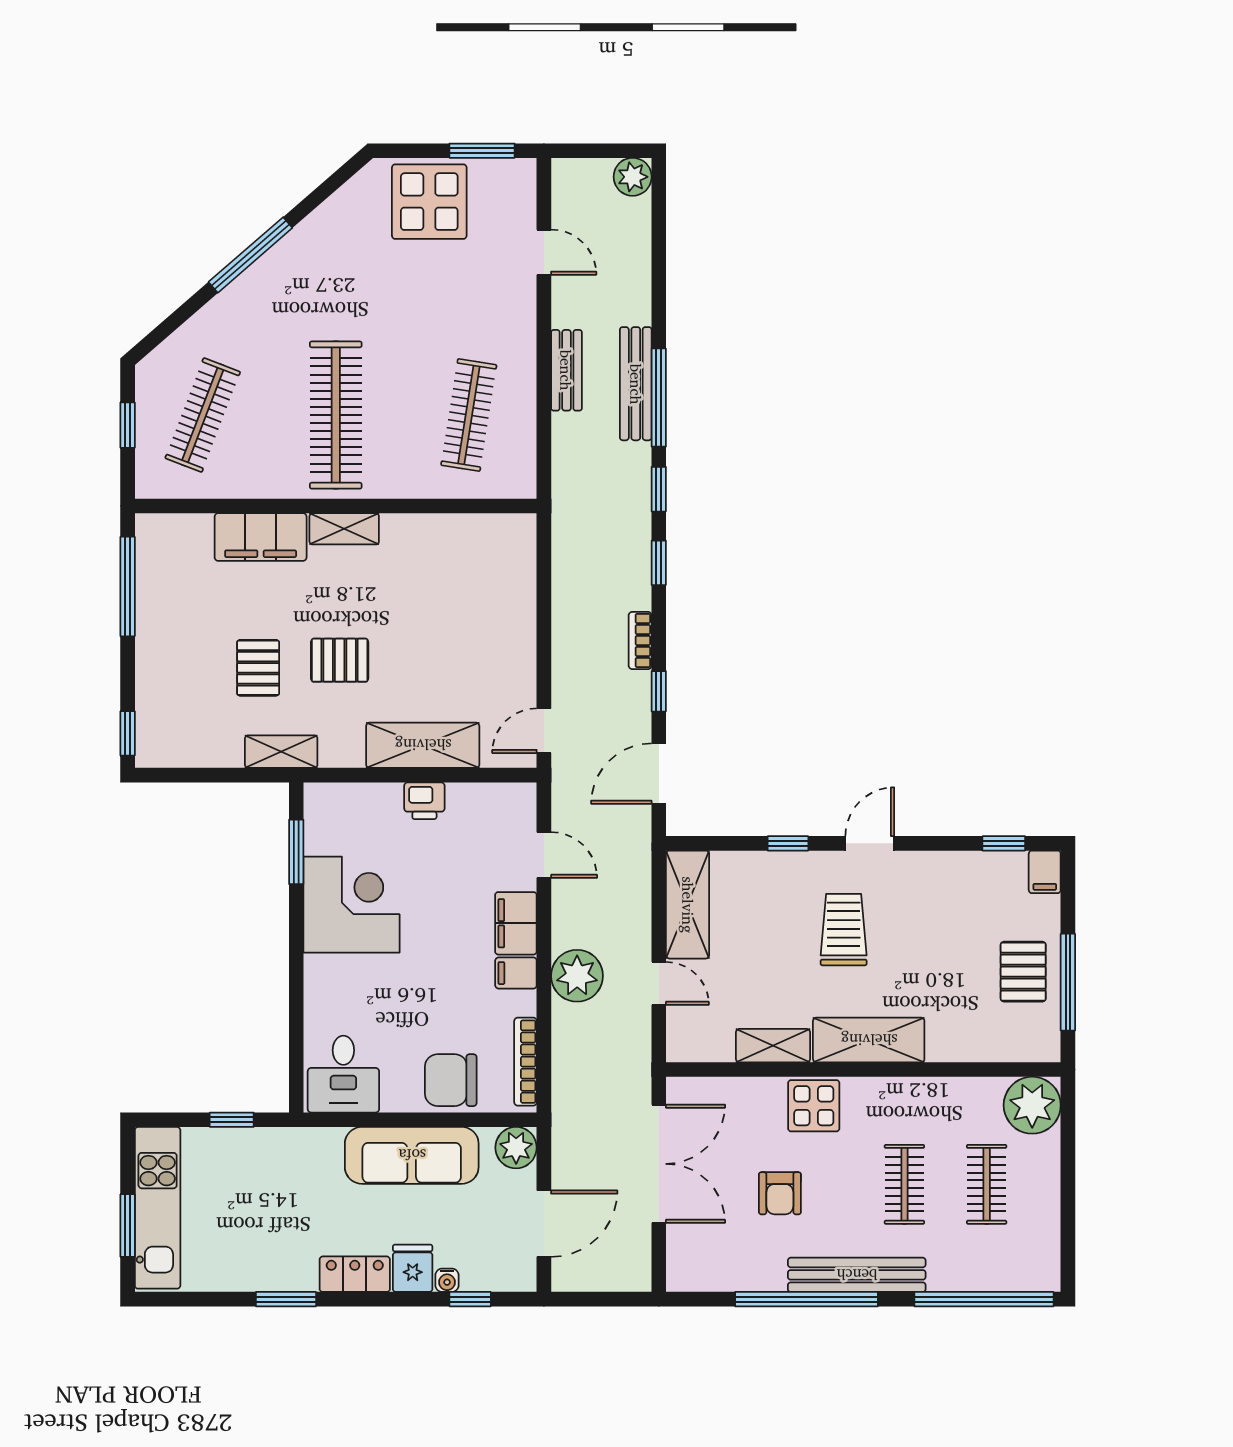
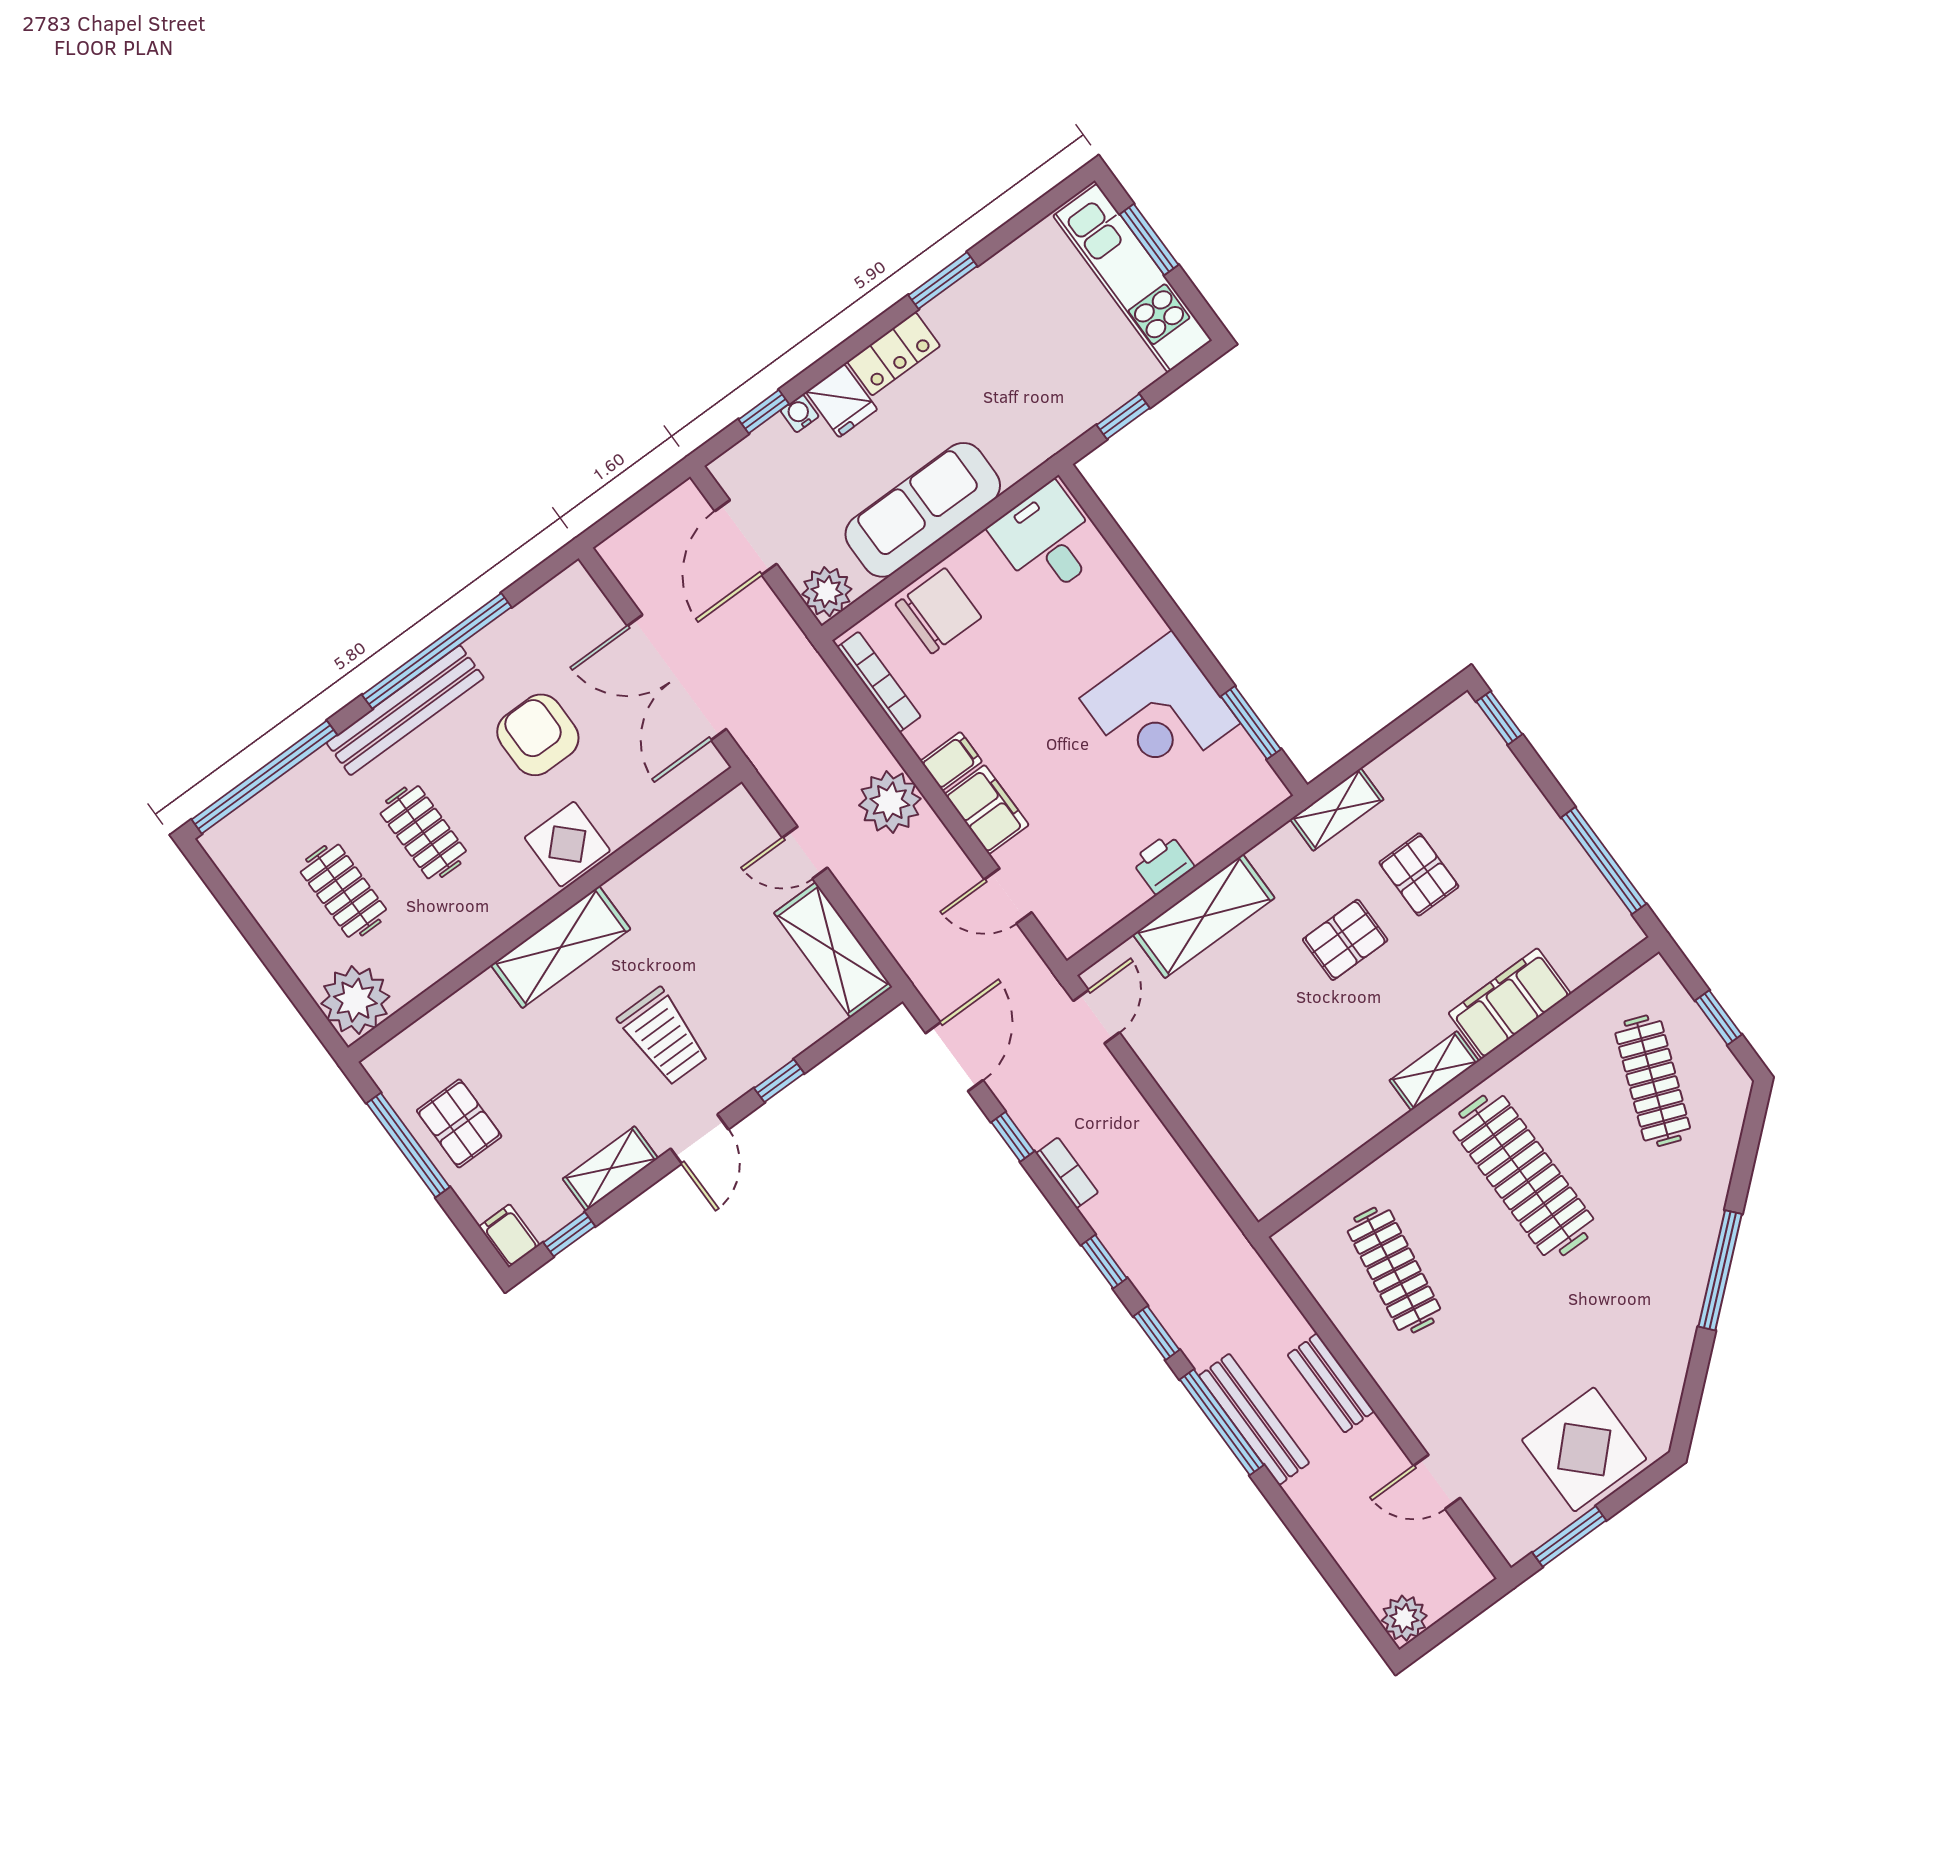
shelving: (773, 1046) -> (610, 1169), moved
armchair: (780, 1193) -> (538, 735), width x1.38, depth x1.38

